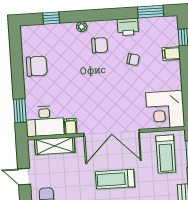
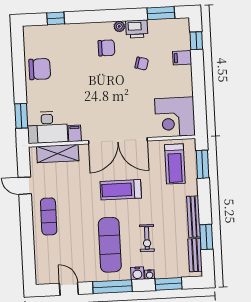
plant: (82, 27) -> (119, 26), moved

